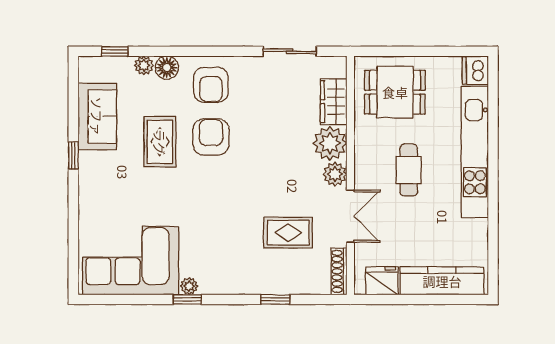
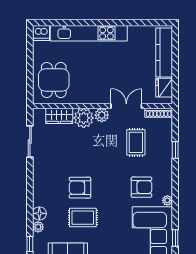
armchair: (211, 85) -> (142, 187), moved
cafe table: (409, 170) -> (99, 72), removed
window: (187, 299) -> (175, 238), moved

